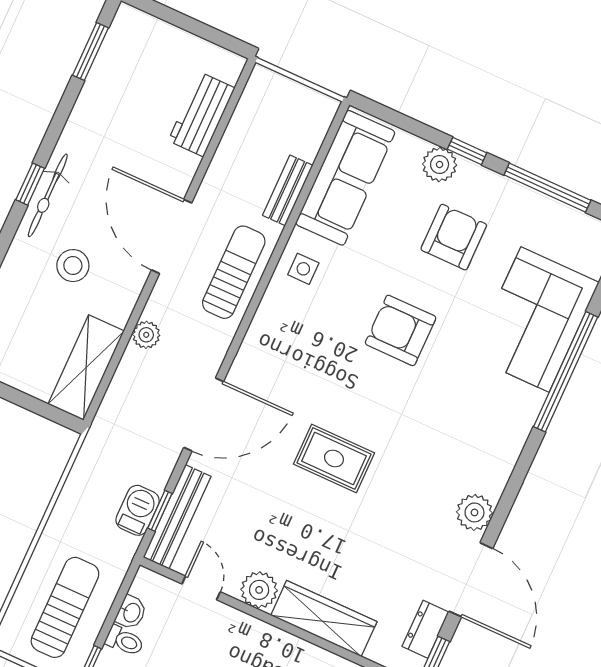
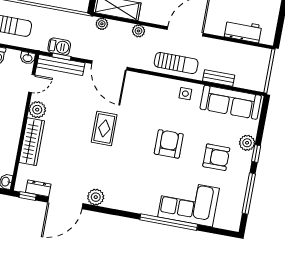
plant: (112, 408) -> (102, 24), added
washbasin: (131, 612) -> (28, 58), moved

